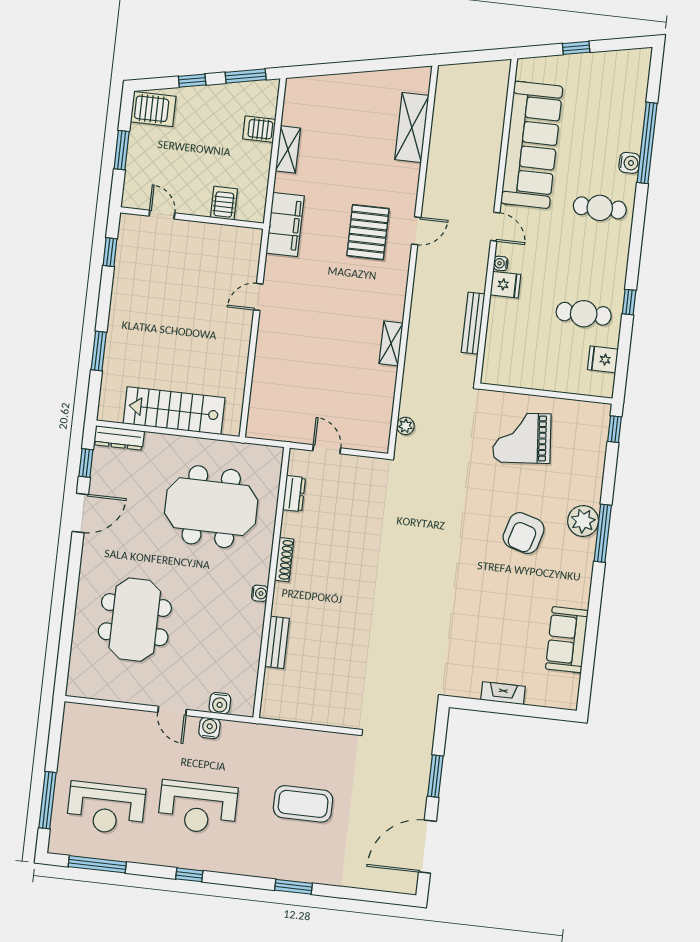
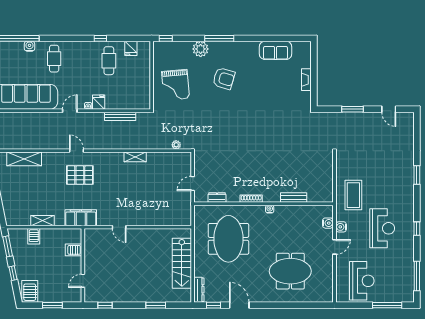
plant: (583, 521) -> (201, 49), moved
coffee table: (303, 804) -> (353, 195), moved
reception desk: (106, 808) -> (362, 281), moved
door: (427, 847) -> (389, 109), width x0.53

